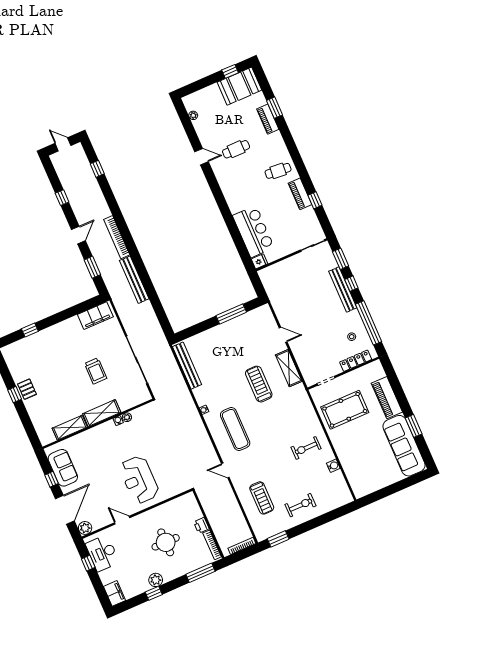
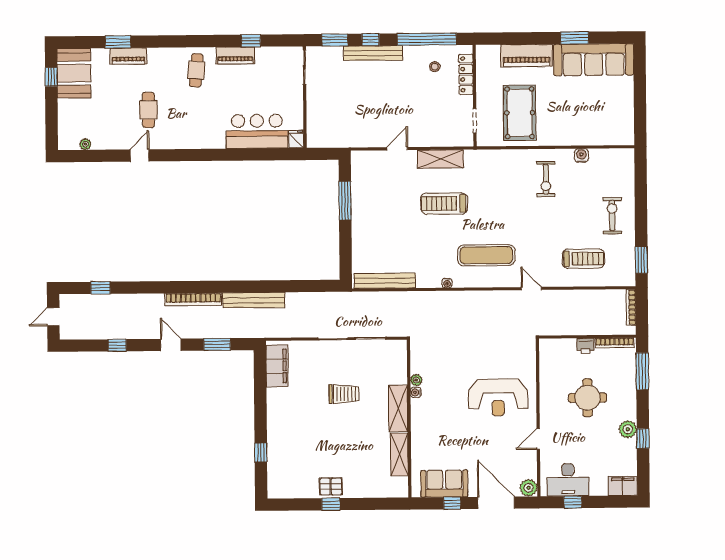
door: (225, 470) -> (531, 289), swing flipped

